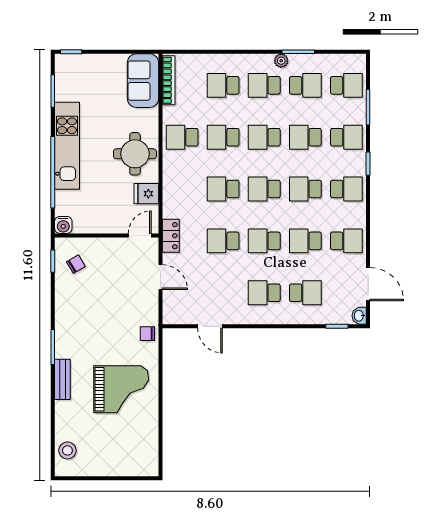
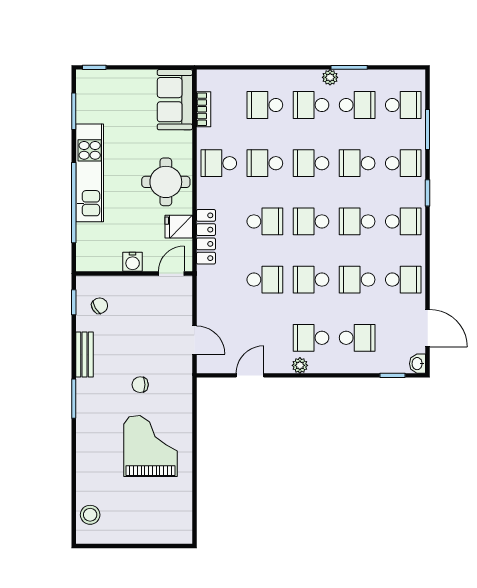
bookcase: (169, 80) -> (204, 109), width x0.64
school desk: (223, 189) -> (265, 221), turned 180
water cooler: (63, 225) -> (133, 262), moved
locker: (171, 236) -> (206, 237), moved, width x1.53
school desk: (223, 241) -> (265, 280), turned 180
door: (160, 277) -> (194, 340), moved
plant: (254, 317) -> (300, 365), added
door: (210, 326) -> (250, 375), swing flipped
chair: (147, 334) -> (140, 385), moved
bench: (62, 379) -> (84, 355), moved
grand piano: (121, 389) -> (151, 446), turned -90

